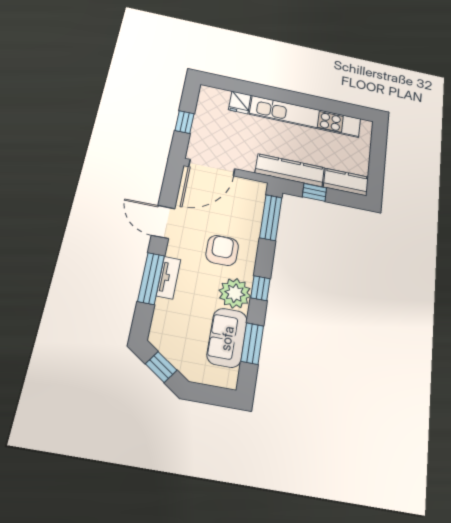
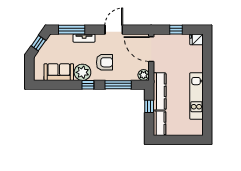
fridge: (240, 102) -> (196, 39), moved
kitchen unit: (305, 116) -> (196, 96), width x0.73
plant: (257, 190) -> (144, 75), added
window: (271, 218) -> (118, 85), moved
window: (151, 278) -> (72, 30), moved
window: (252, 344) -> (58, 85), removed

